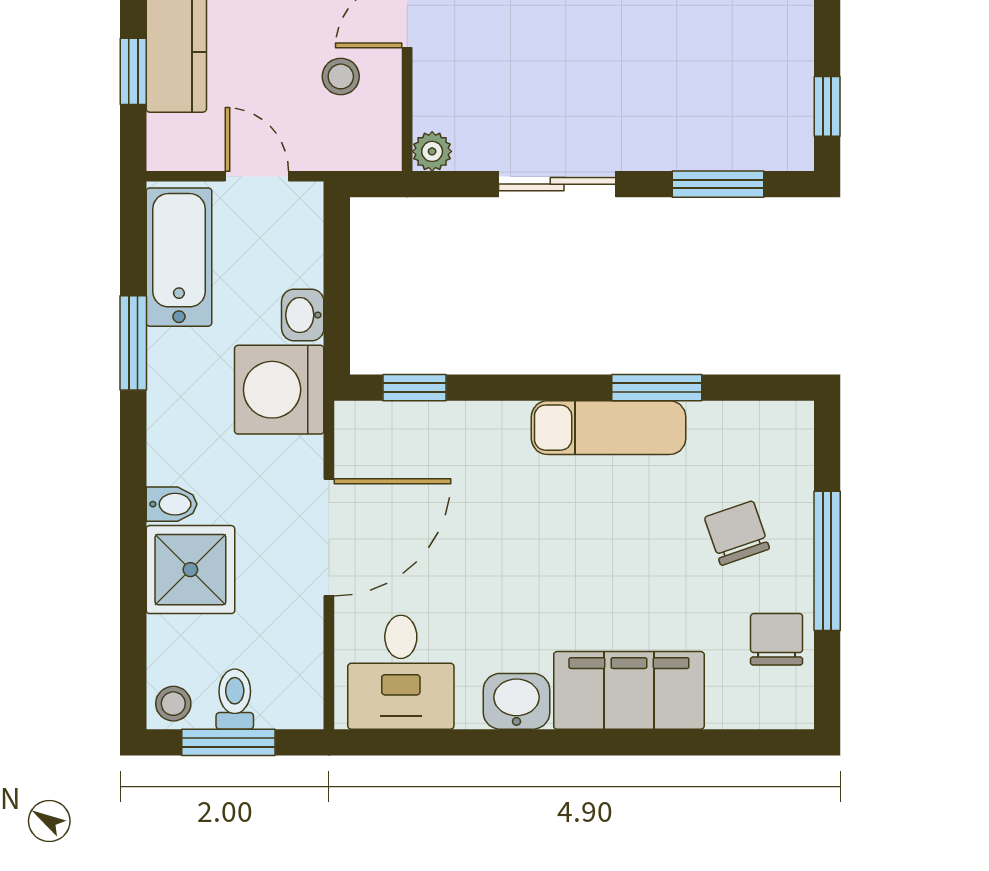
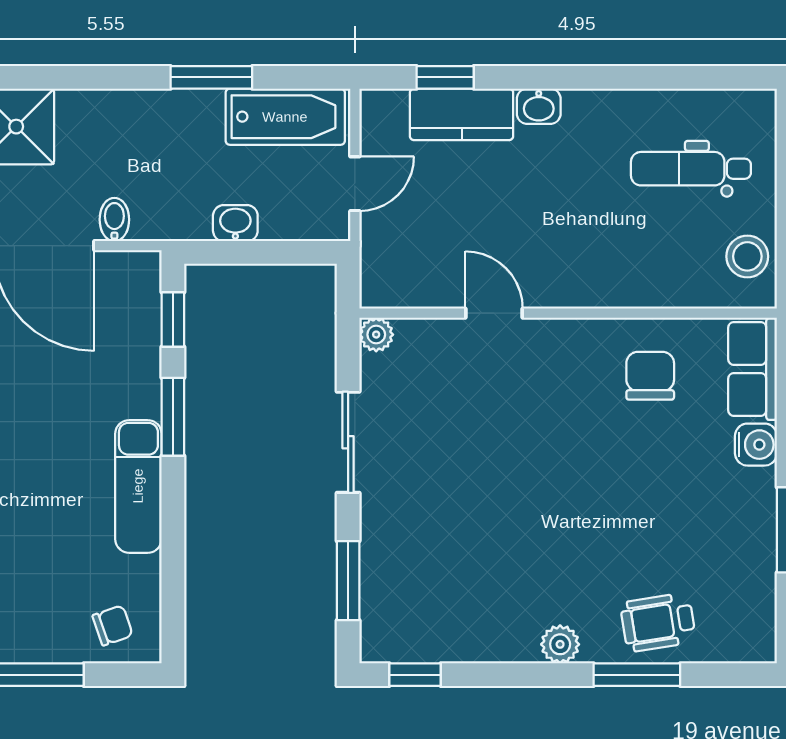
stool: (341, 76) -> (441, 256), removed
window: (657, 388) -> (173, 417), moved
washing machine: (279, 390) -> (171, 203), removed
bidet: (172, 504) -> (114, 220), moved, turned 180
chair: (737, 533) -> (113, 625), moved, width x0.73, depth x0.73

